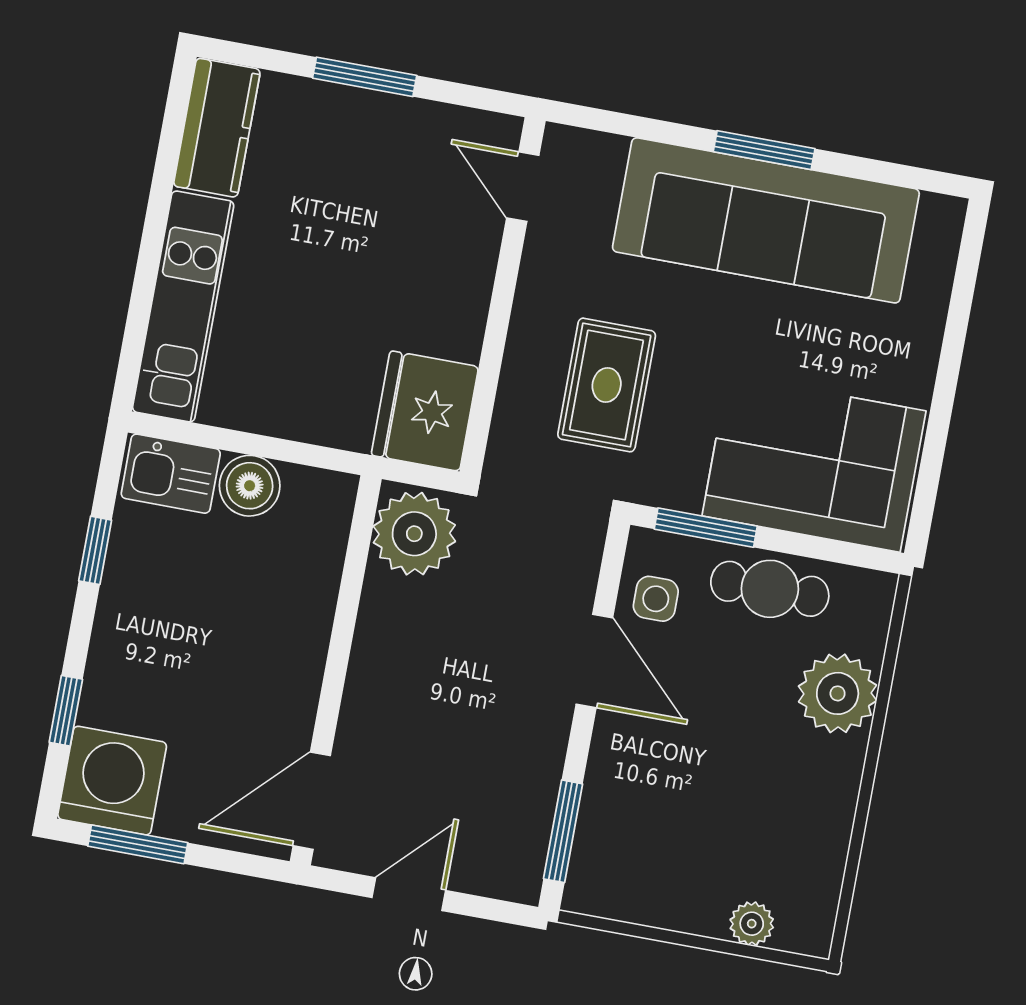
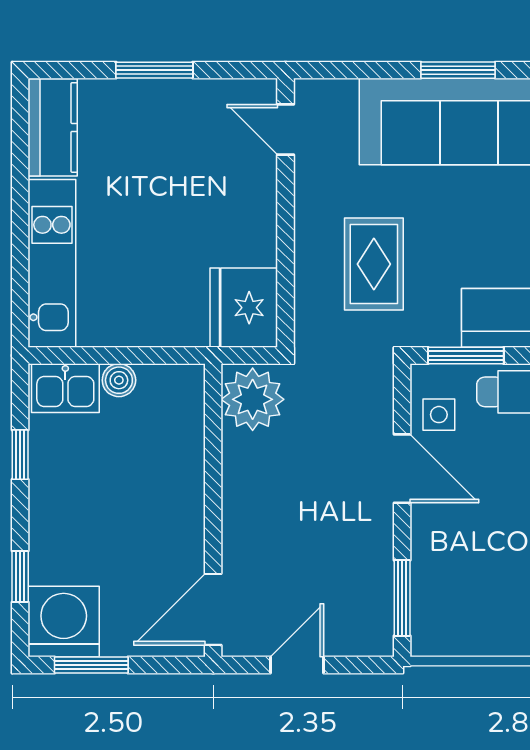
boiler: (250, 486) -> (119, 380), width x0.73, depth x0.73

